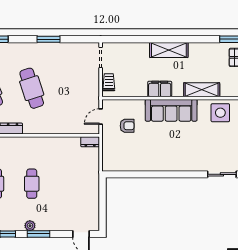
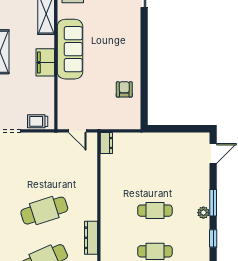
armchair: (127, 126) -> (124, 89), moved

